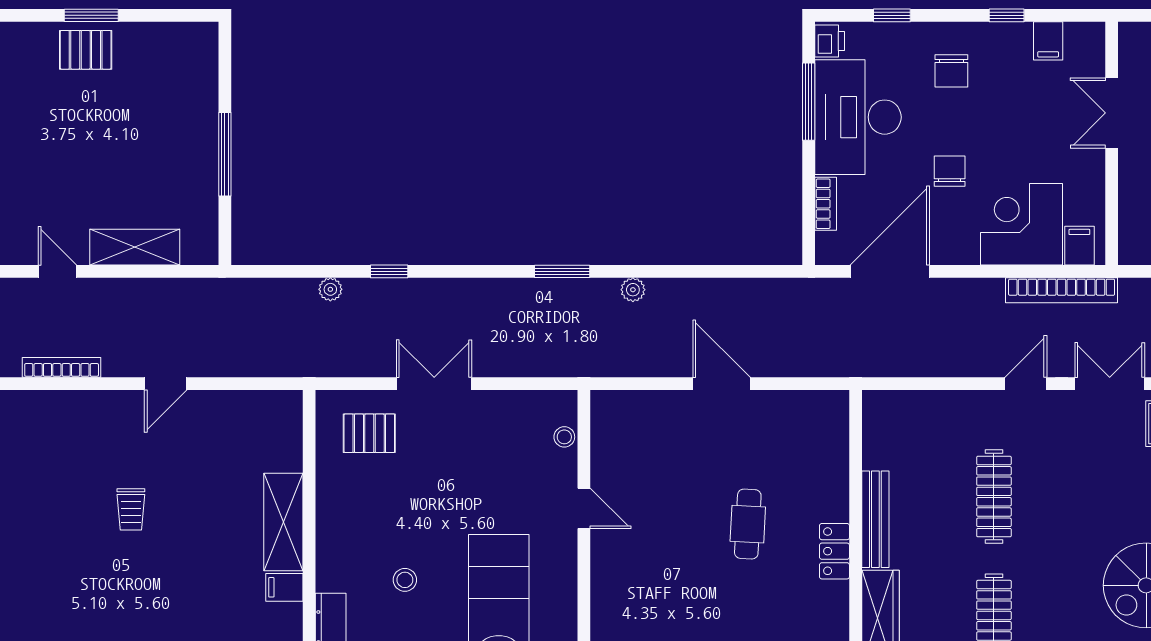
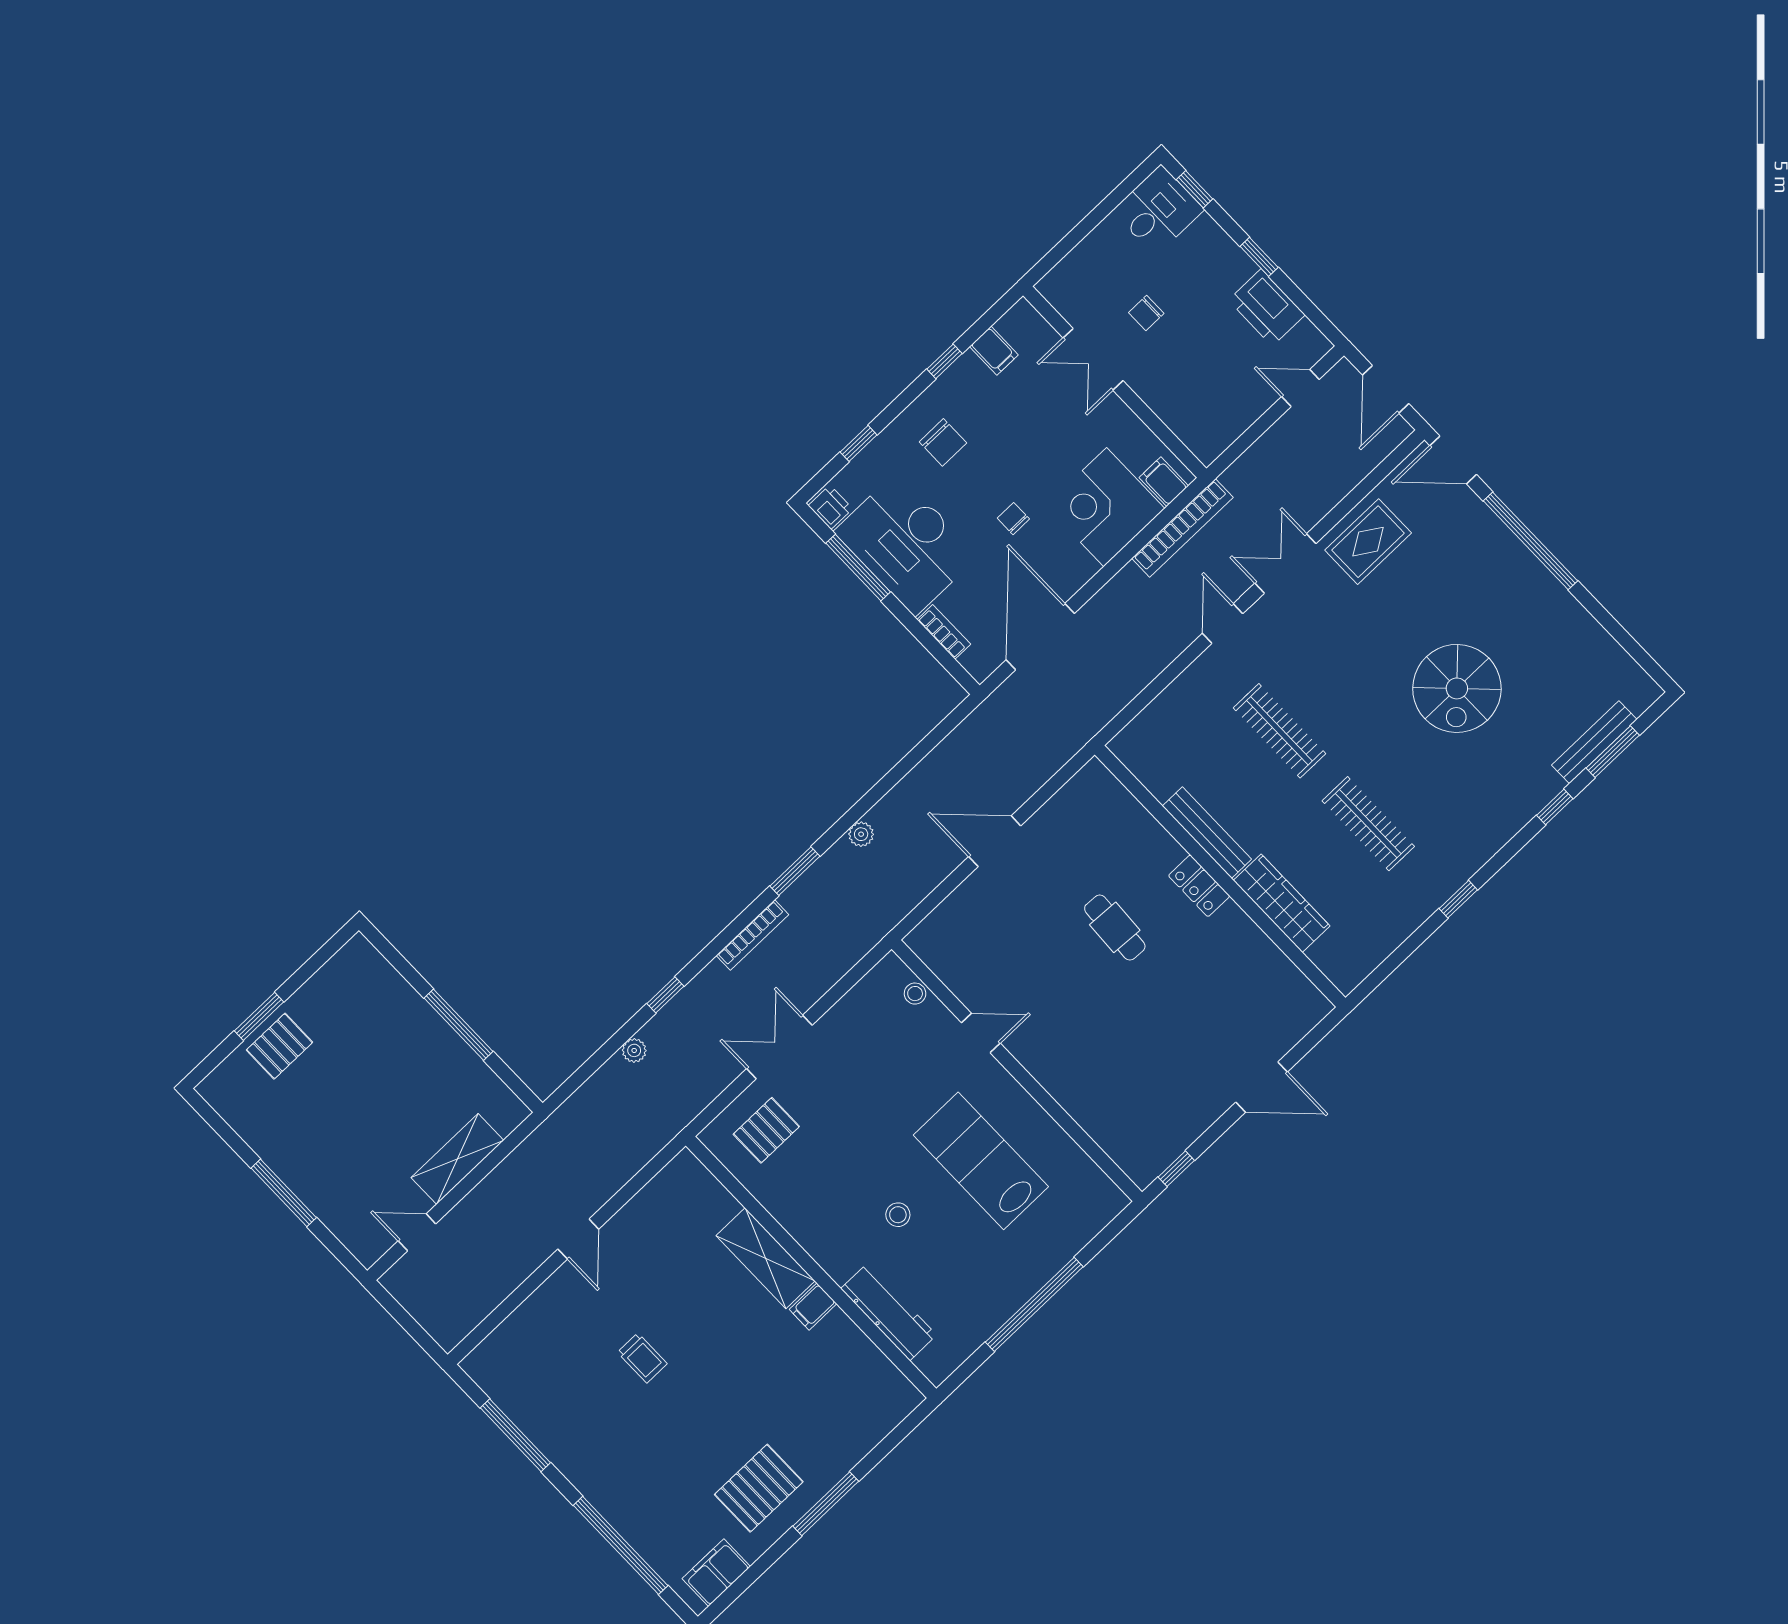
chair: (950, 171) -> (1013, 519), width x0.73, depth x0.73
bookcase: (62, 367) -> (752, 935), moved, turned 180

